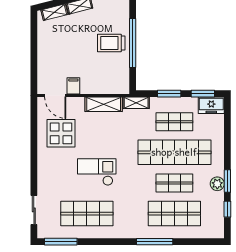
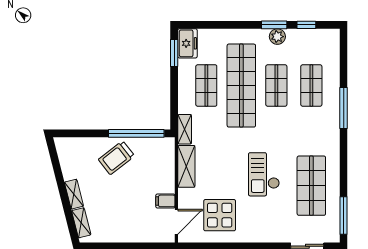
trolley: (111, 43) -> (116, 158), turned 52
window: (133, 43) -> (136, 133), moved
window: (169, 94) -> (174, 92), removed
shop shelf: (174, 214) -> (311, 86), width x0.70, depth x0.74

